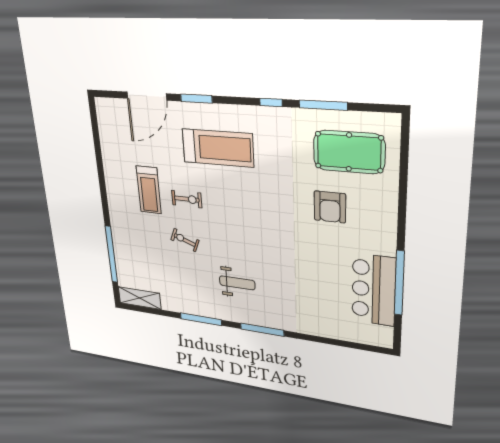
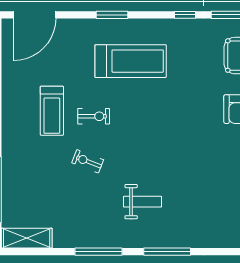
door: (147, 96) -> (35, 15), moved

